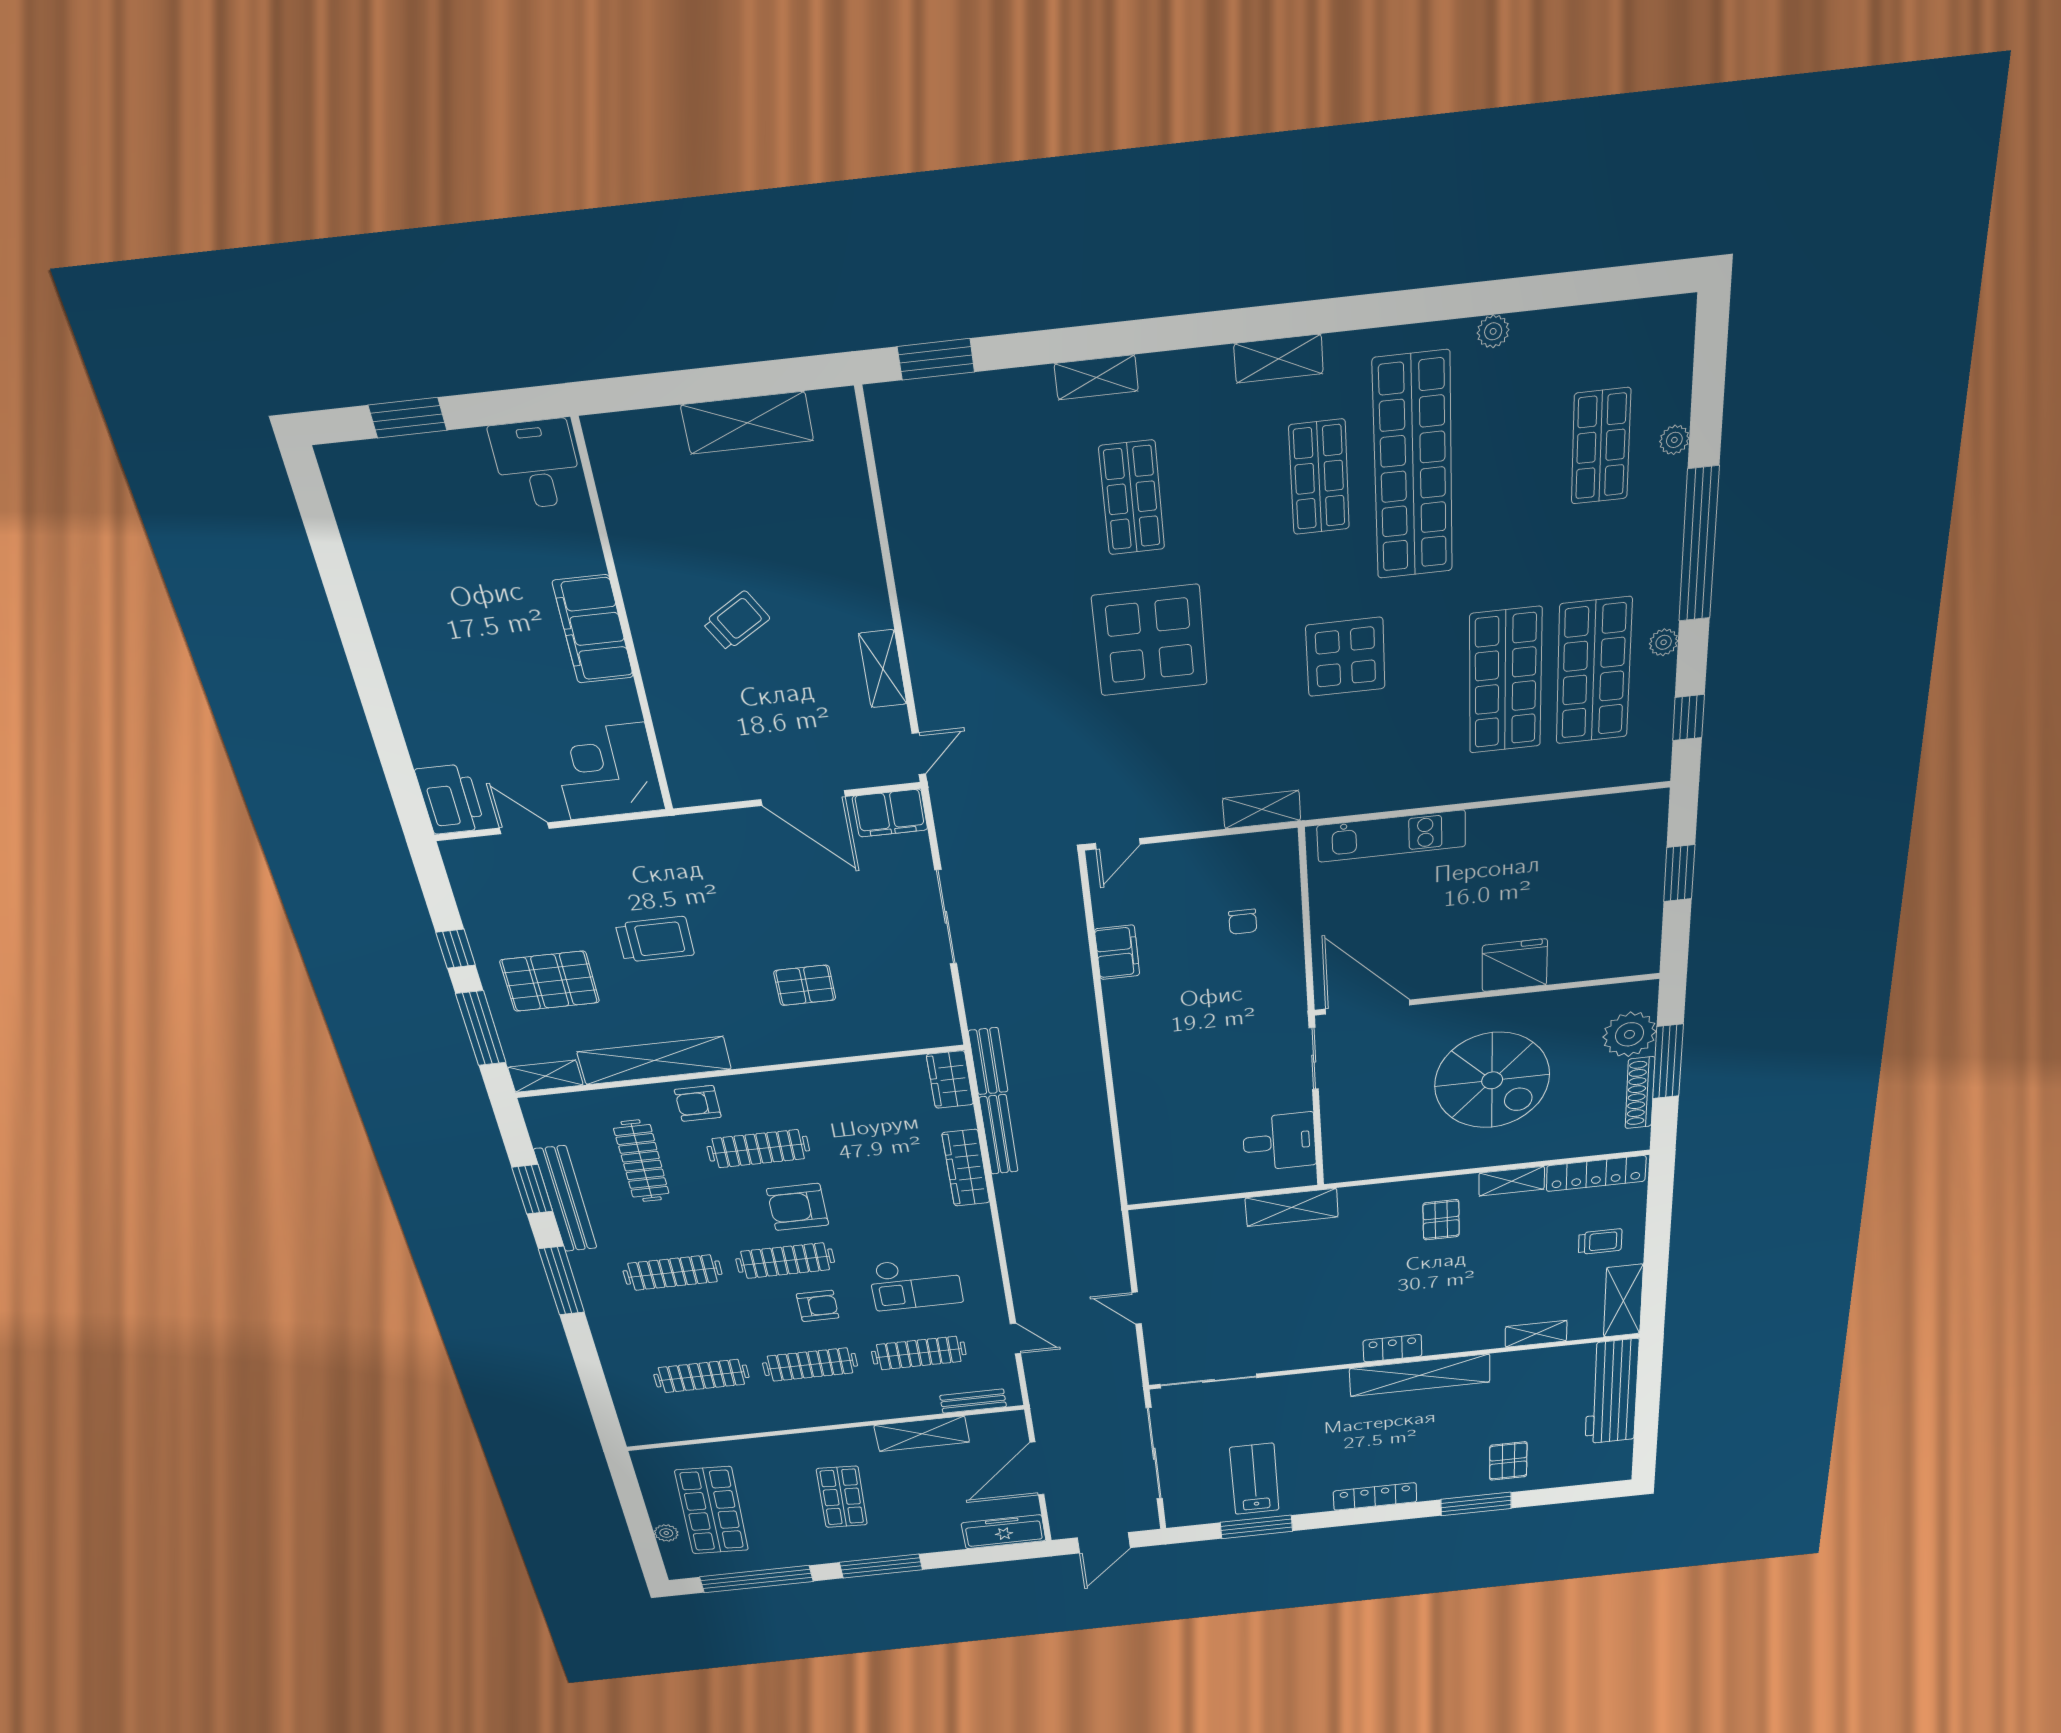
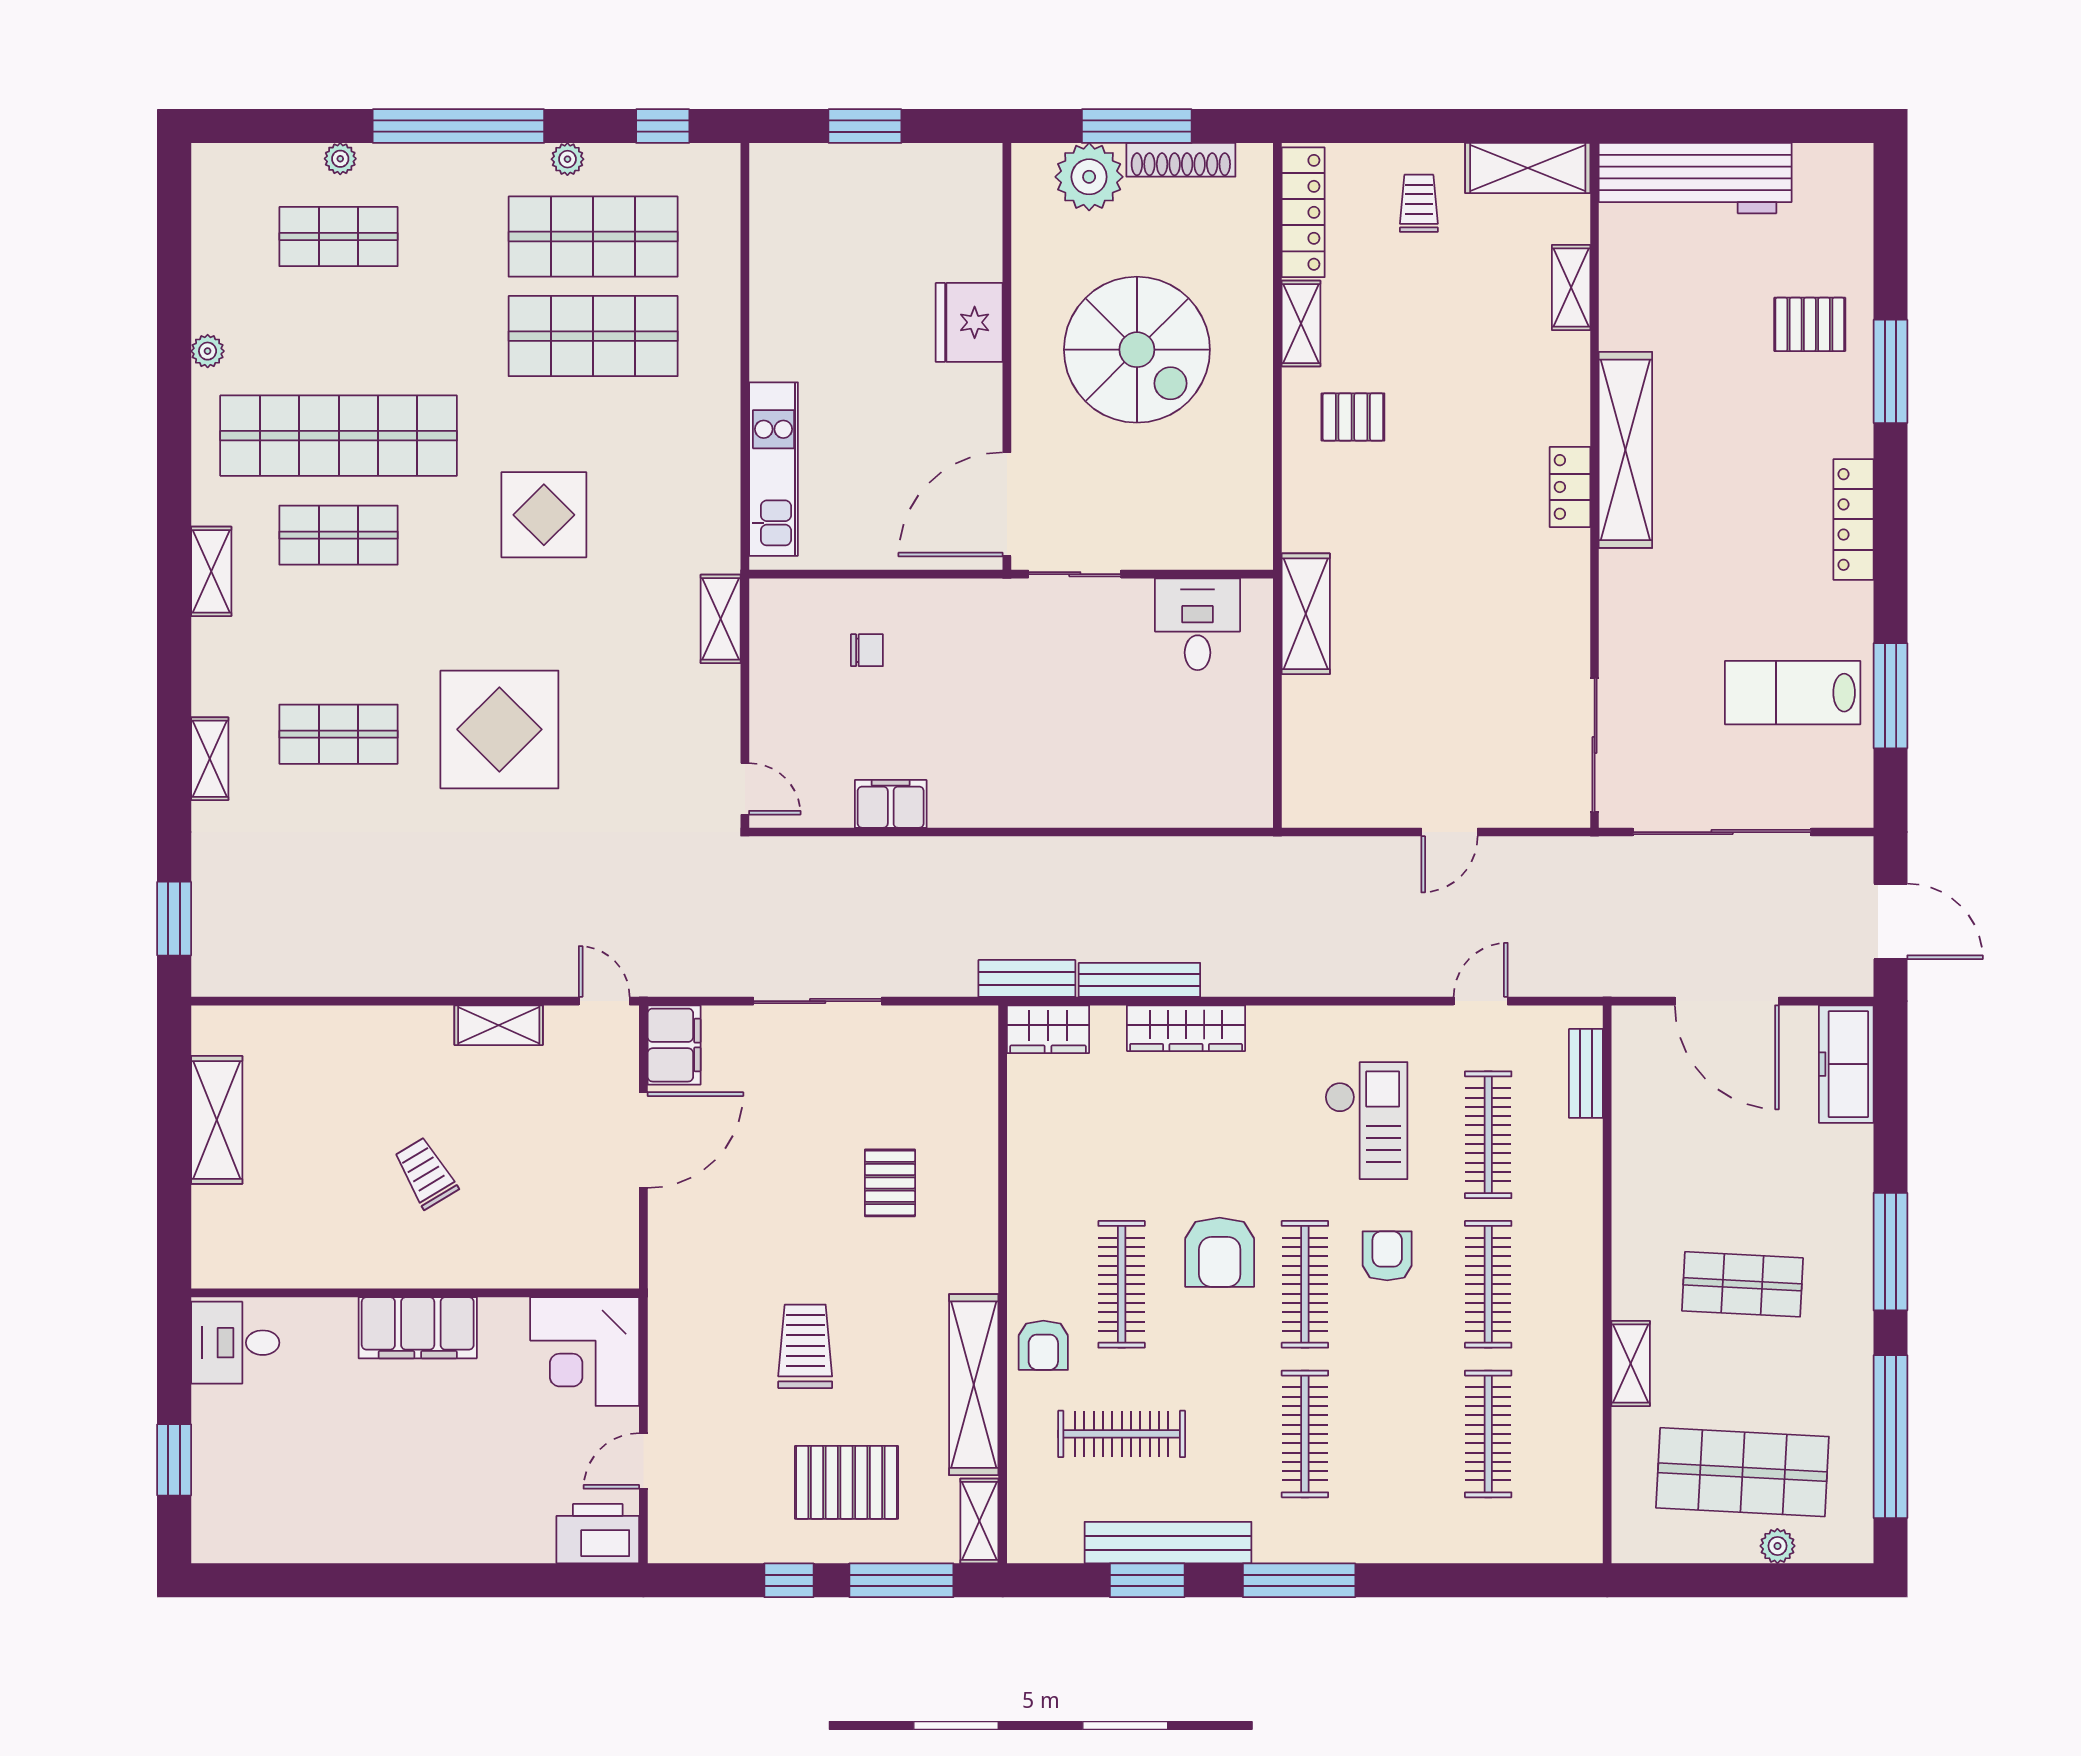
pallet: (550, 981) -> (847, 1482), turned 90
spiral stairs: (1492, 1080) -> (1137, 350), turned 90
shelving: (922, 1434) -> (1631, 1364), moved, width x0.67, depth x0.75

